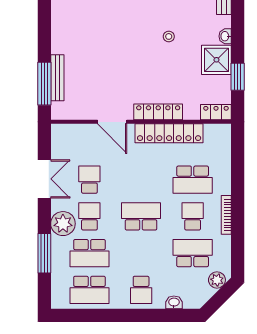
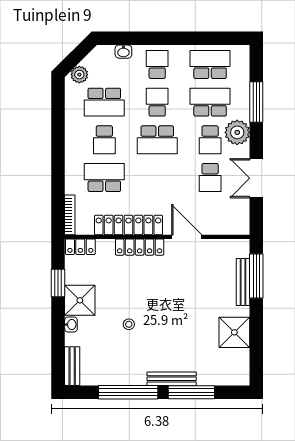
shower: (66, 29) -> (234, 332), added
bookcase: (226, 215) -> (70, 215), moved
school desk: (141, 253) -> (157, 102), added

